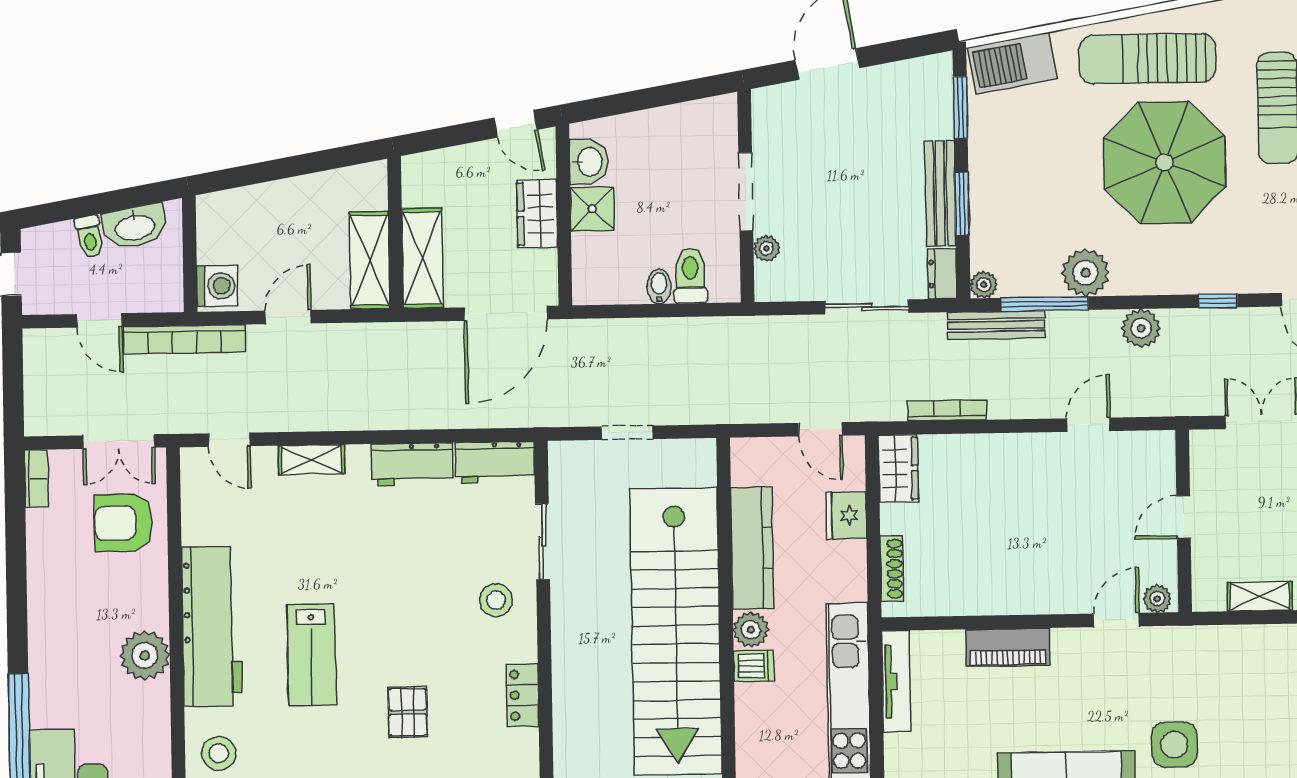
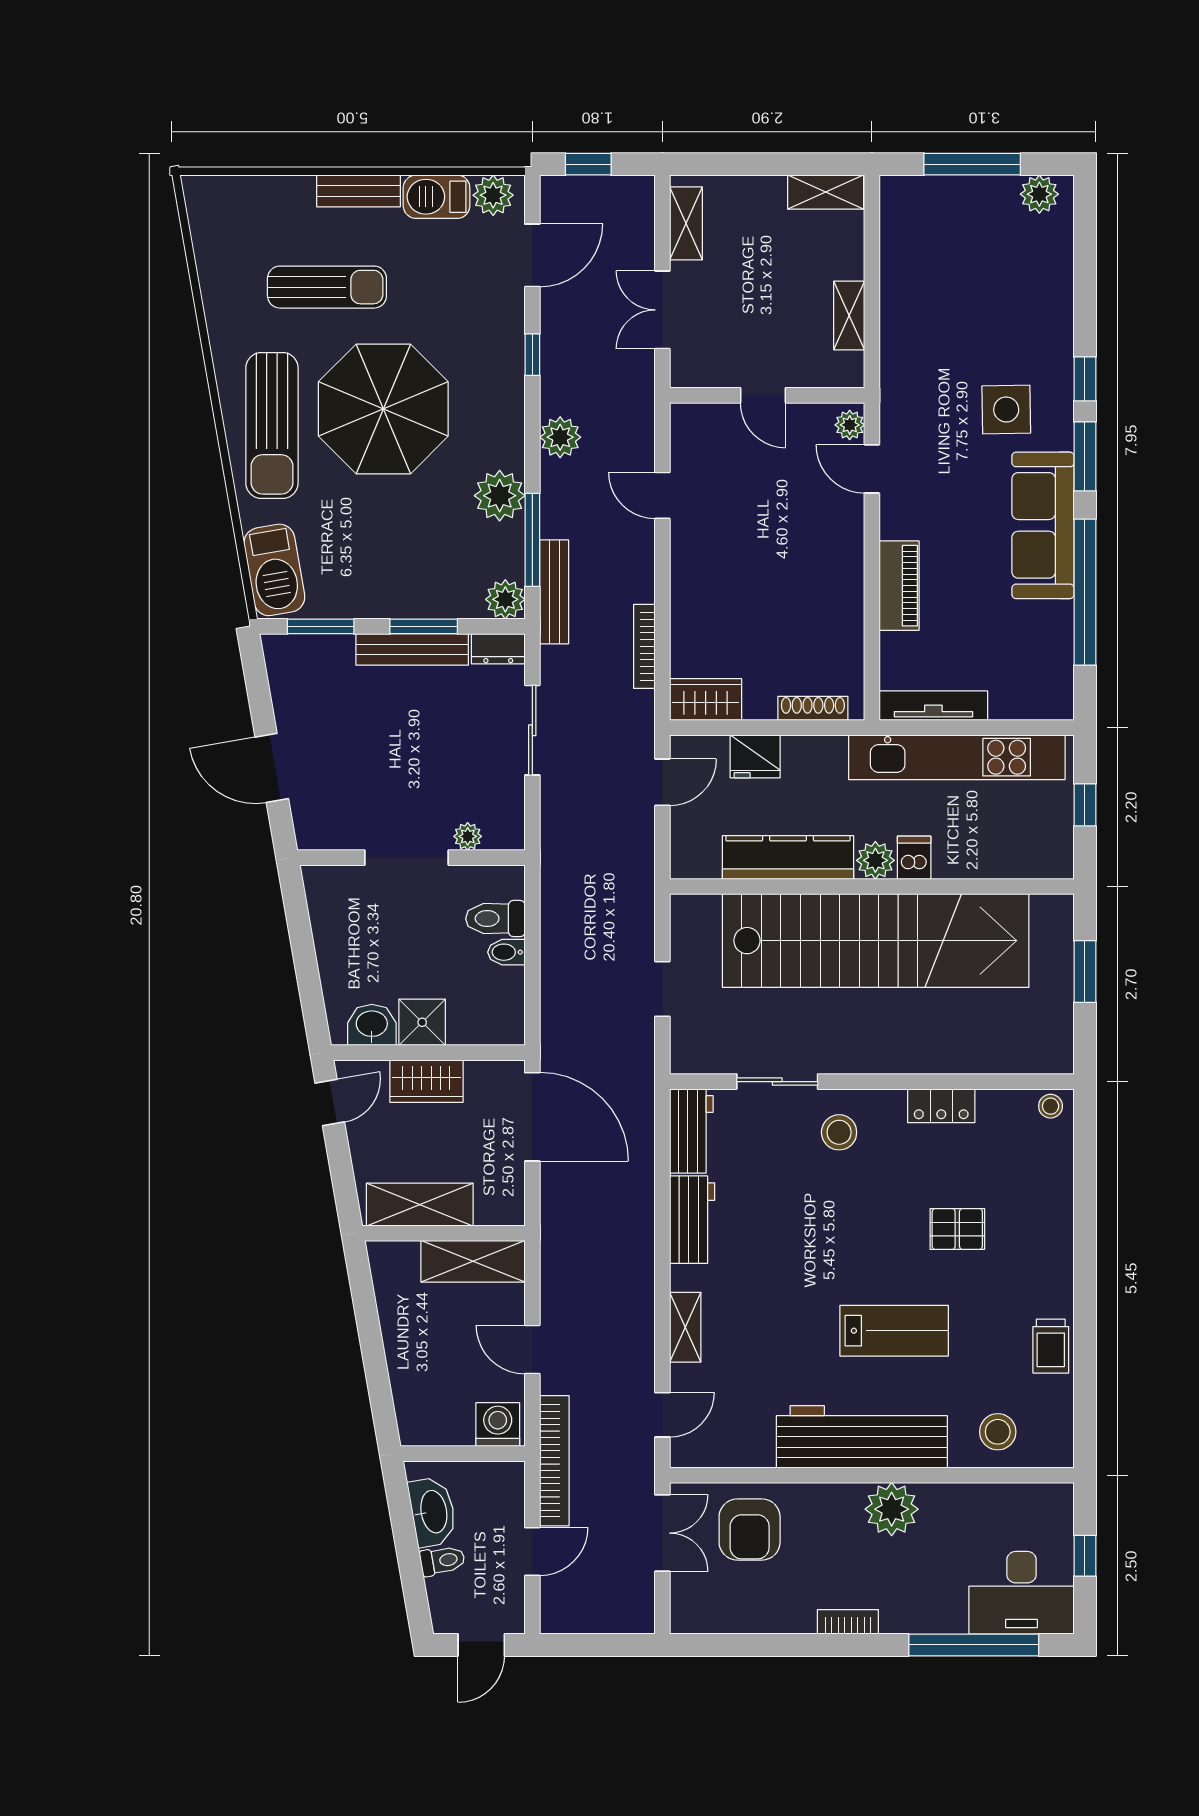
shelving: (422, 258) -> (420, 1205), moved
plant: (984, 285) -> (505, 599), width x1.38, depth x1.38
bookcase: (36, 478) -> (848, 1622), moved

